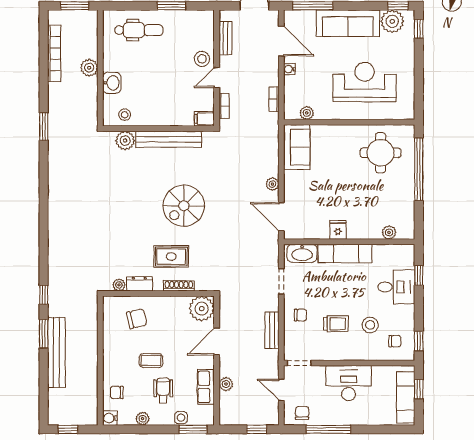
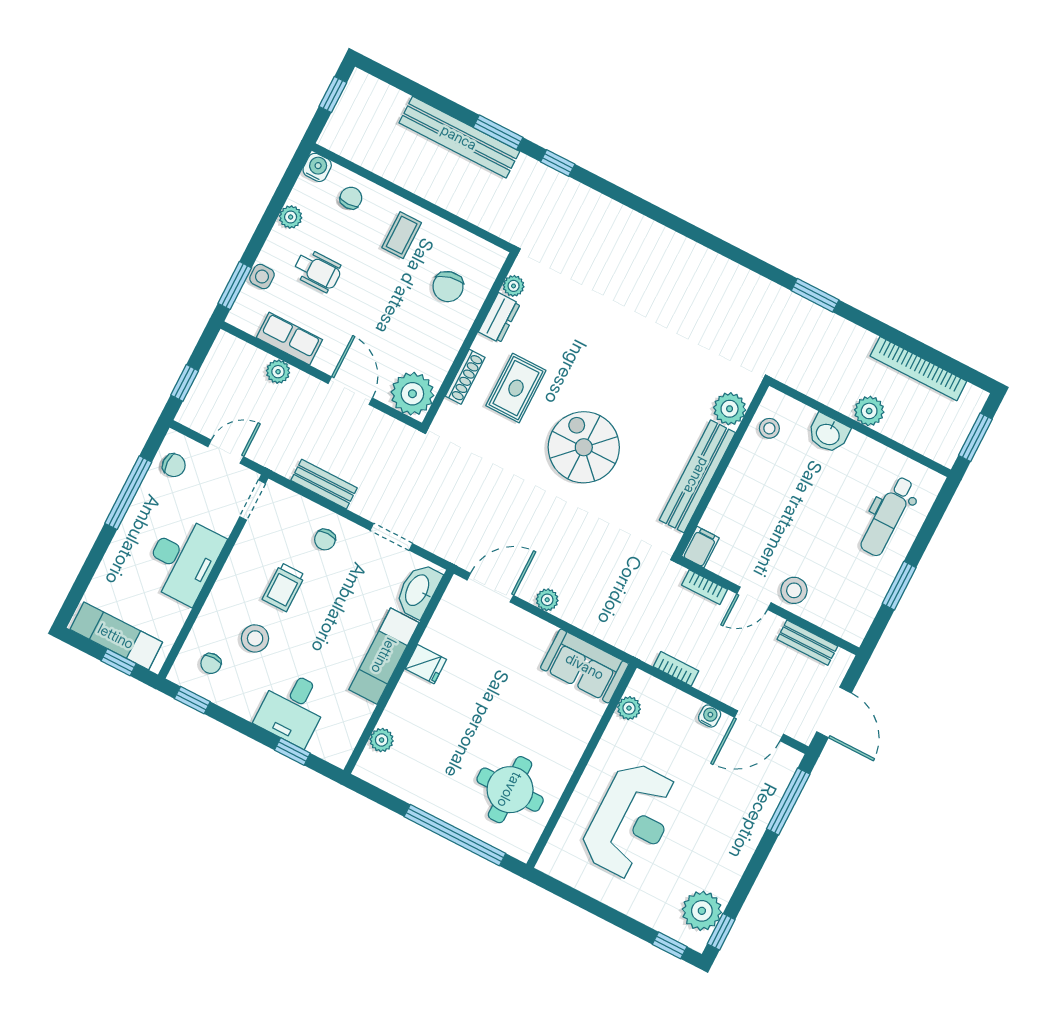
sofa: (348, 23) -> (734, 842), removed
door: (217, 78) -> (754, 598), swing flipped
coffee table: (151, 361) -> (402, 235), moved

